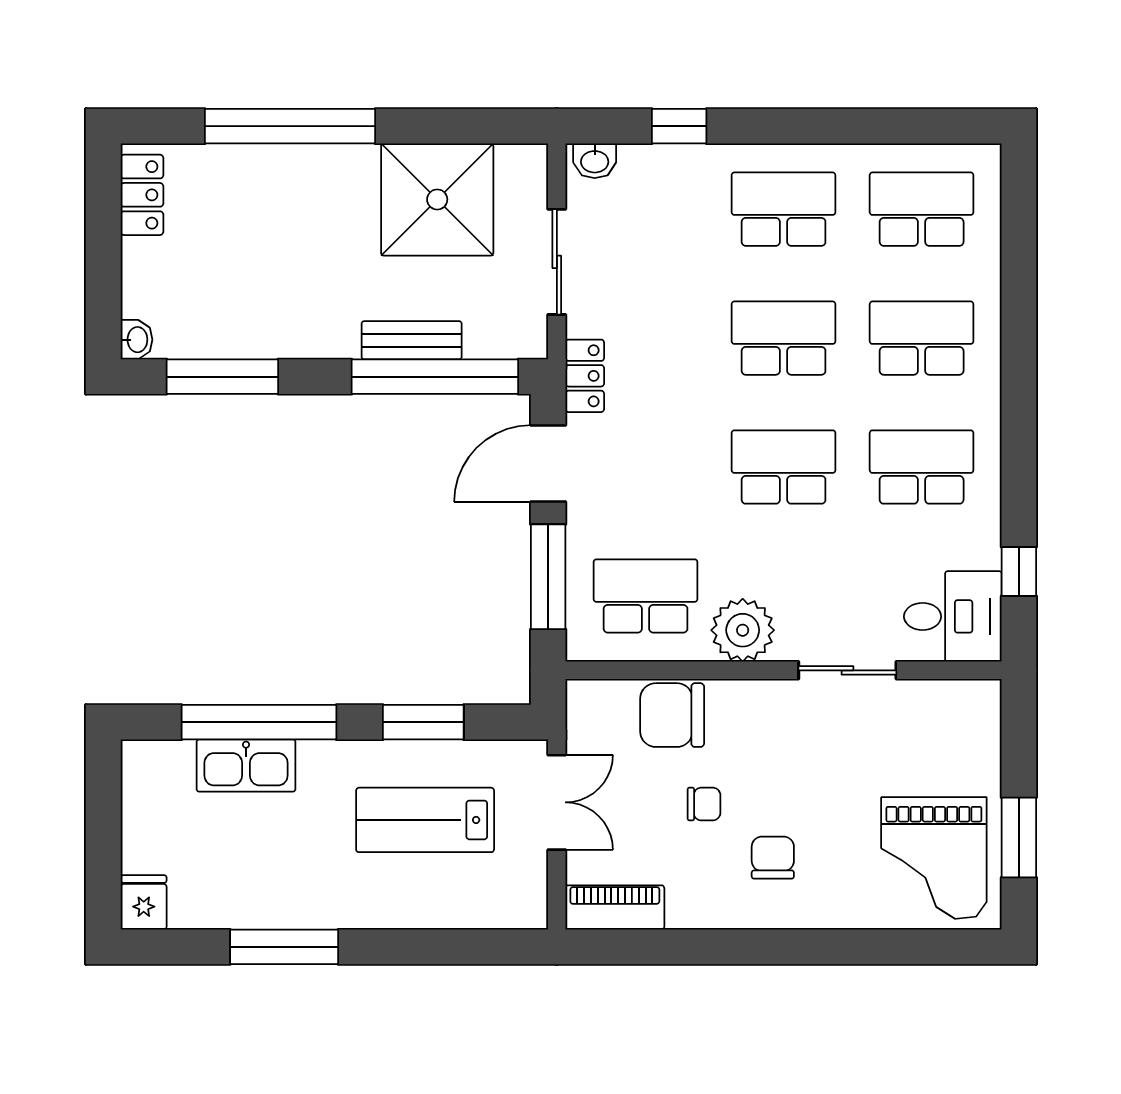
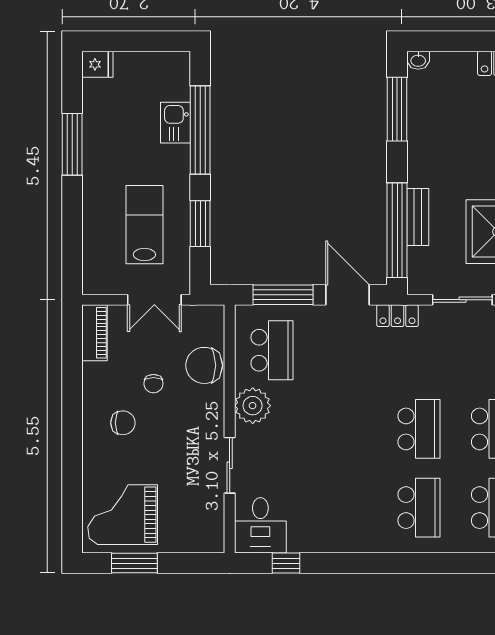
school desk: (784, 467) -> (346, 429), removed
school desk: (922, 467) -> (346, 508), removed
chair: (672, 715) -> (204, 365), turned -90
kitchen sink: (246, 766) -> (175, 123), width x0.73

